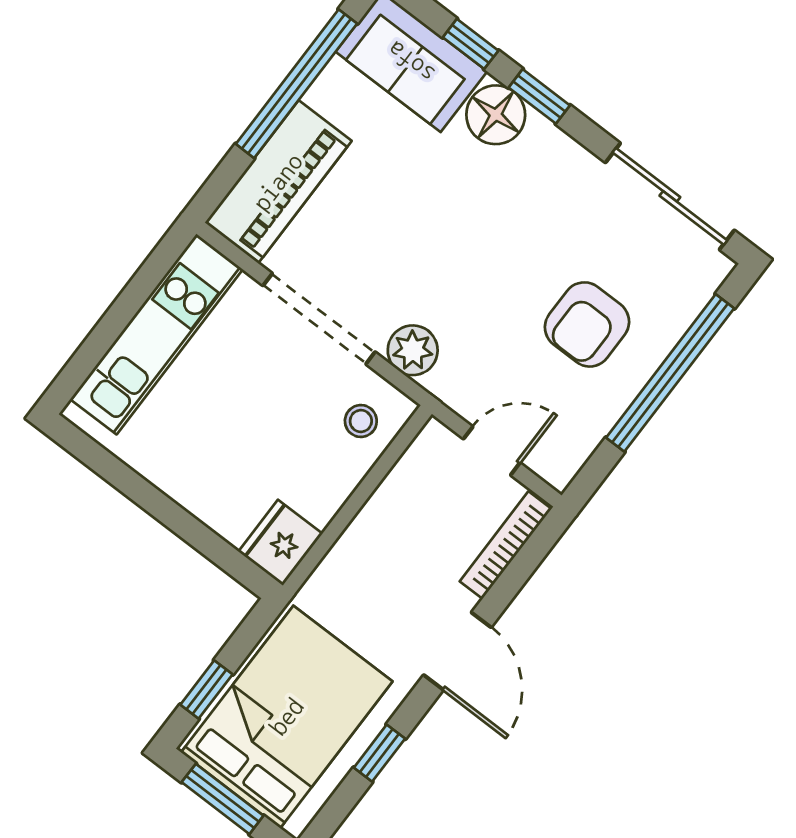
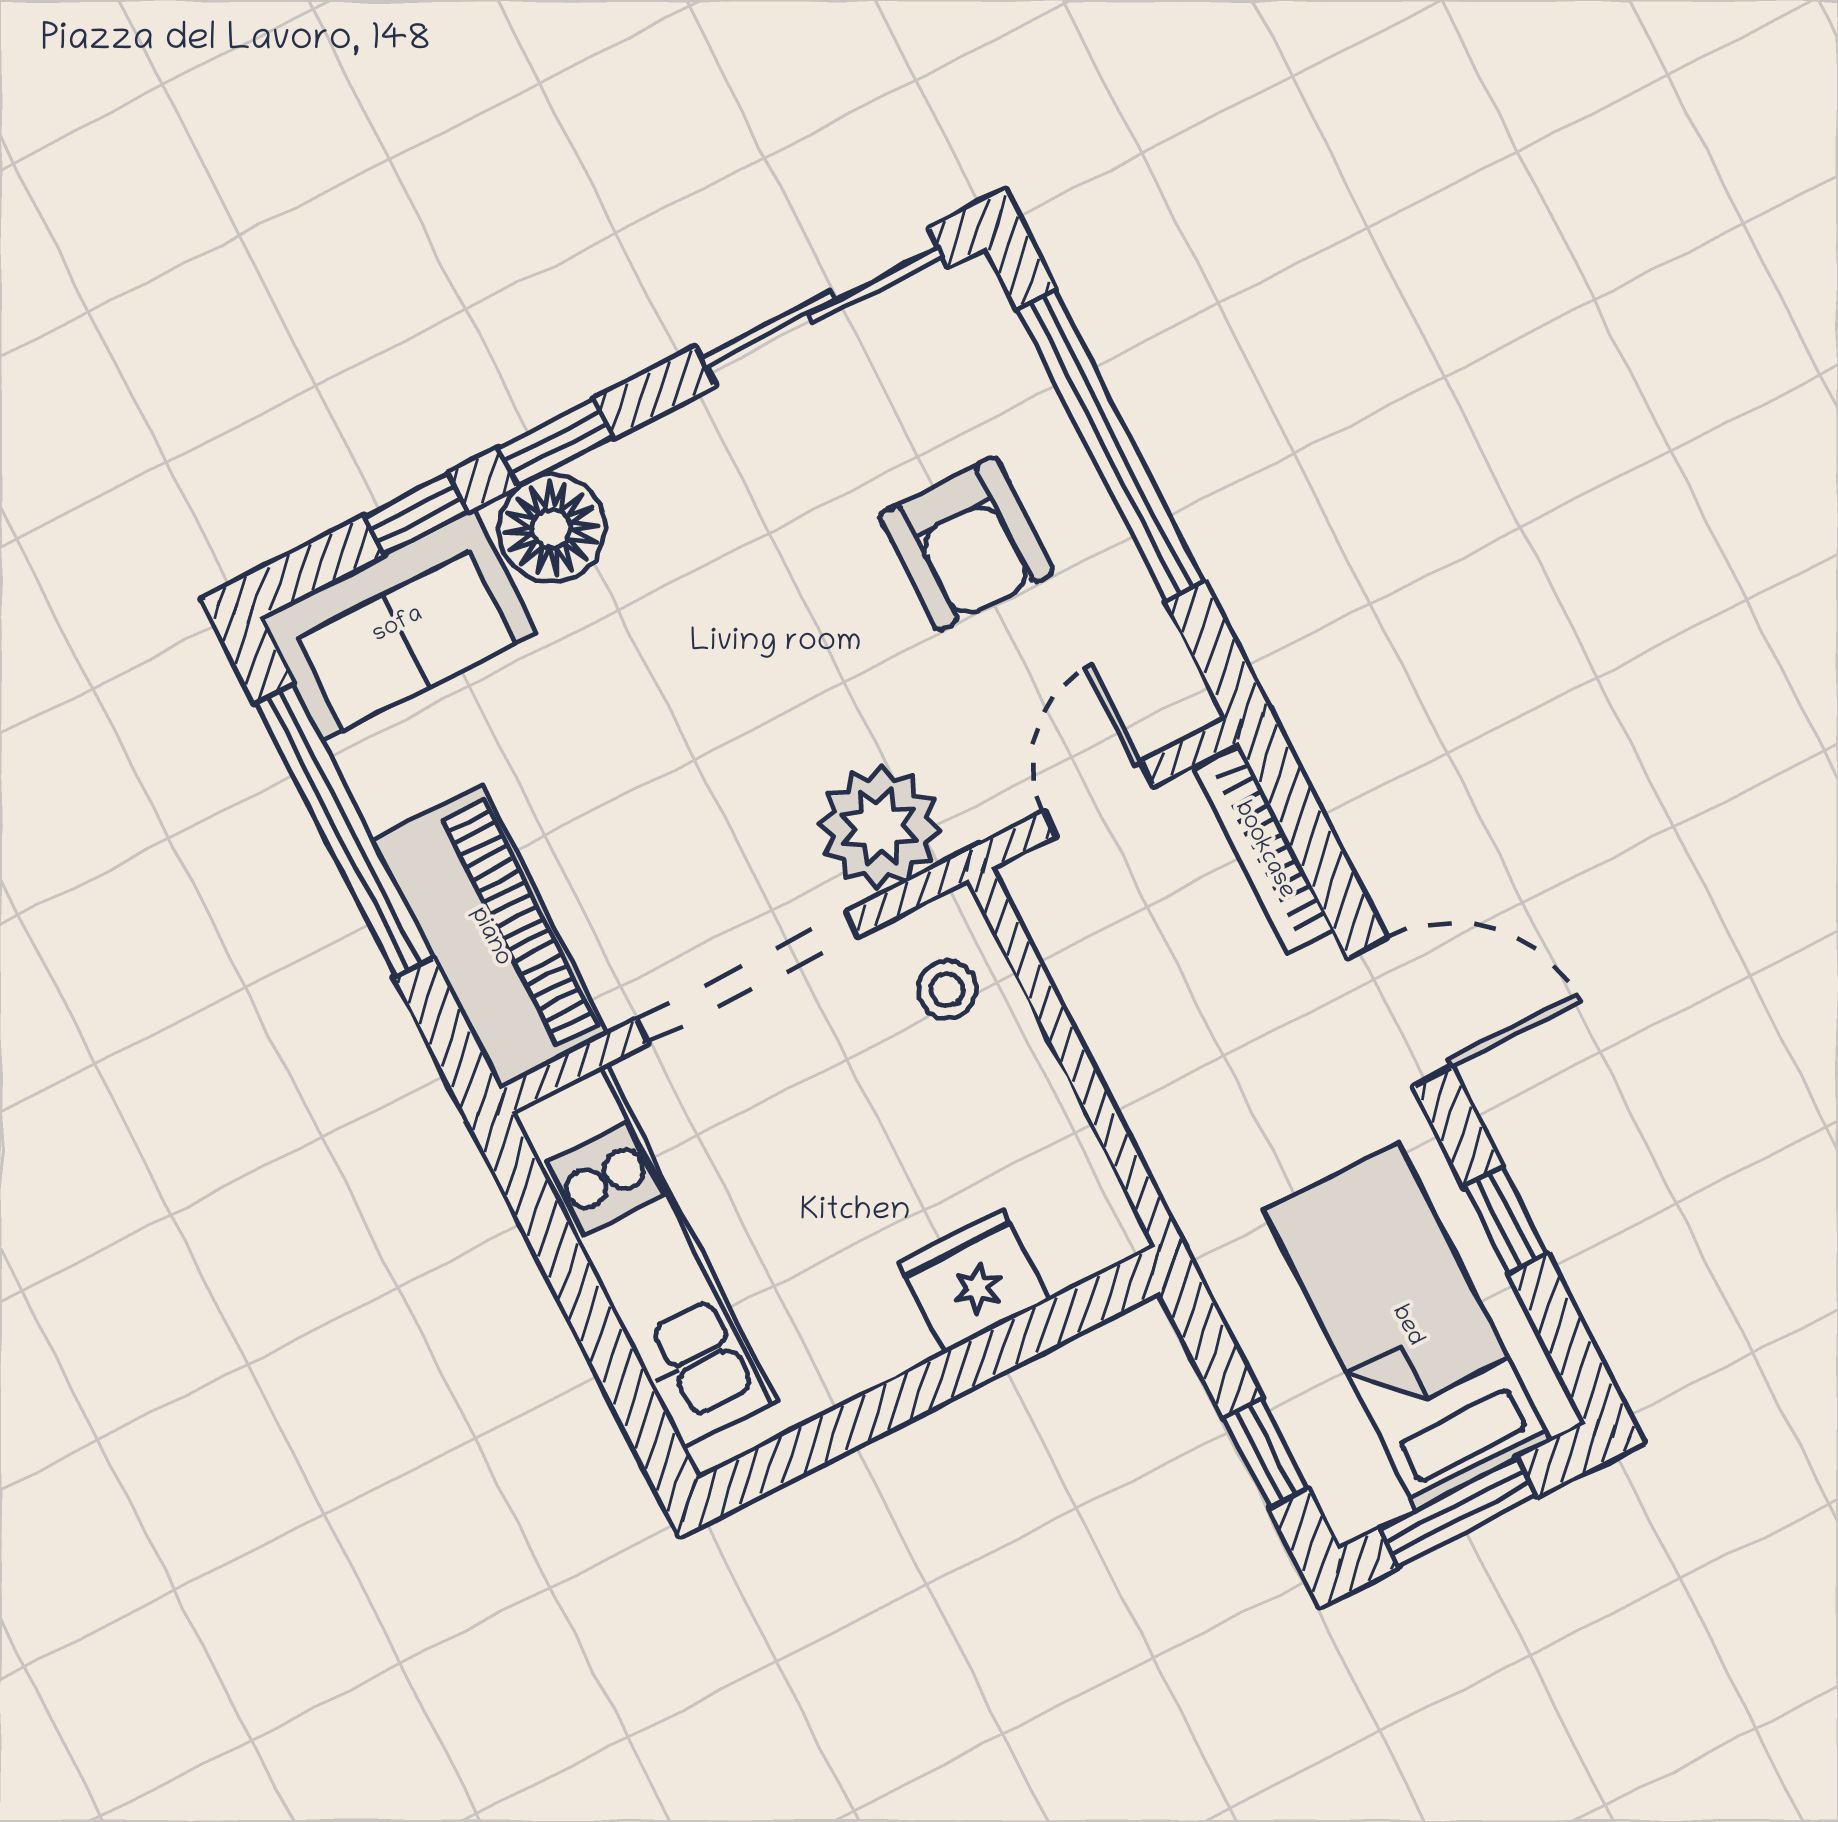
plant: (413, 350) -> (879, 827), width x1.36, depth x1.36
fridge: (280, 543) -> (974, 1281), moved, turned 90
bed: (287, 717) -> (1407, 1326), width x0.67

